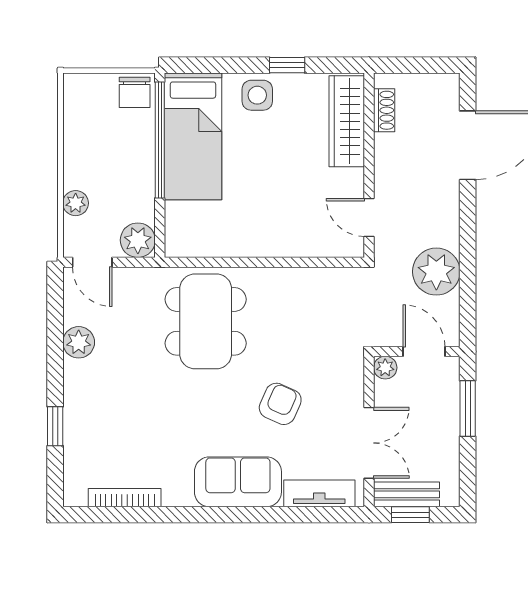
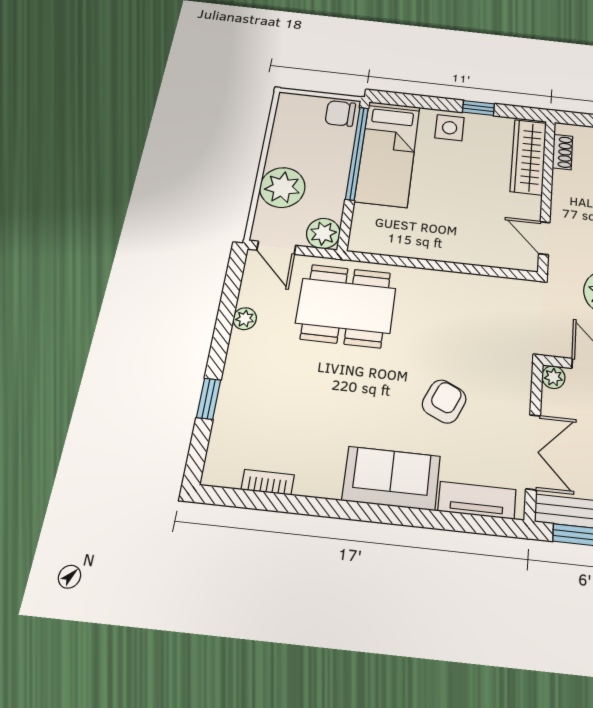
chair: (135, 92) -> (340, 113), turned 90
plant: (76, 203) -> (282, 187), width x1.88, depth x1.88
dining table: (206, 321) -> (346, 306), moved, turned 90
plant: (79, 342) -> (245, 319), width x0.73, depth x0.73
bookcase: (125, 498) -> (268, 482), width x0.64

